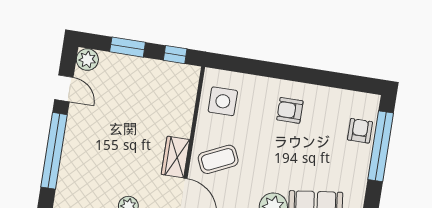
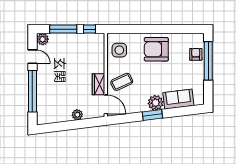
window: (128, 47) -> (63, 29), width x1.44
armchair: (290, 110) -> (156, 49), width x1.88, depth x1.88

